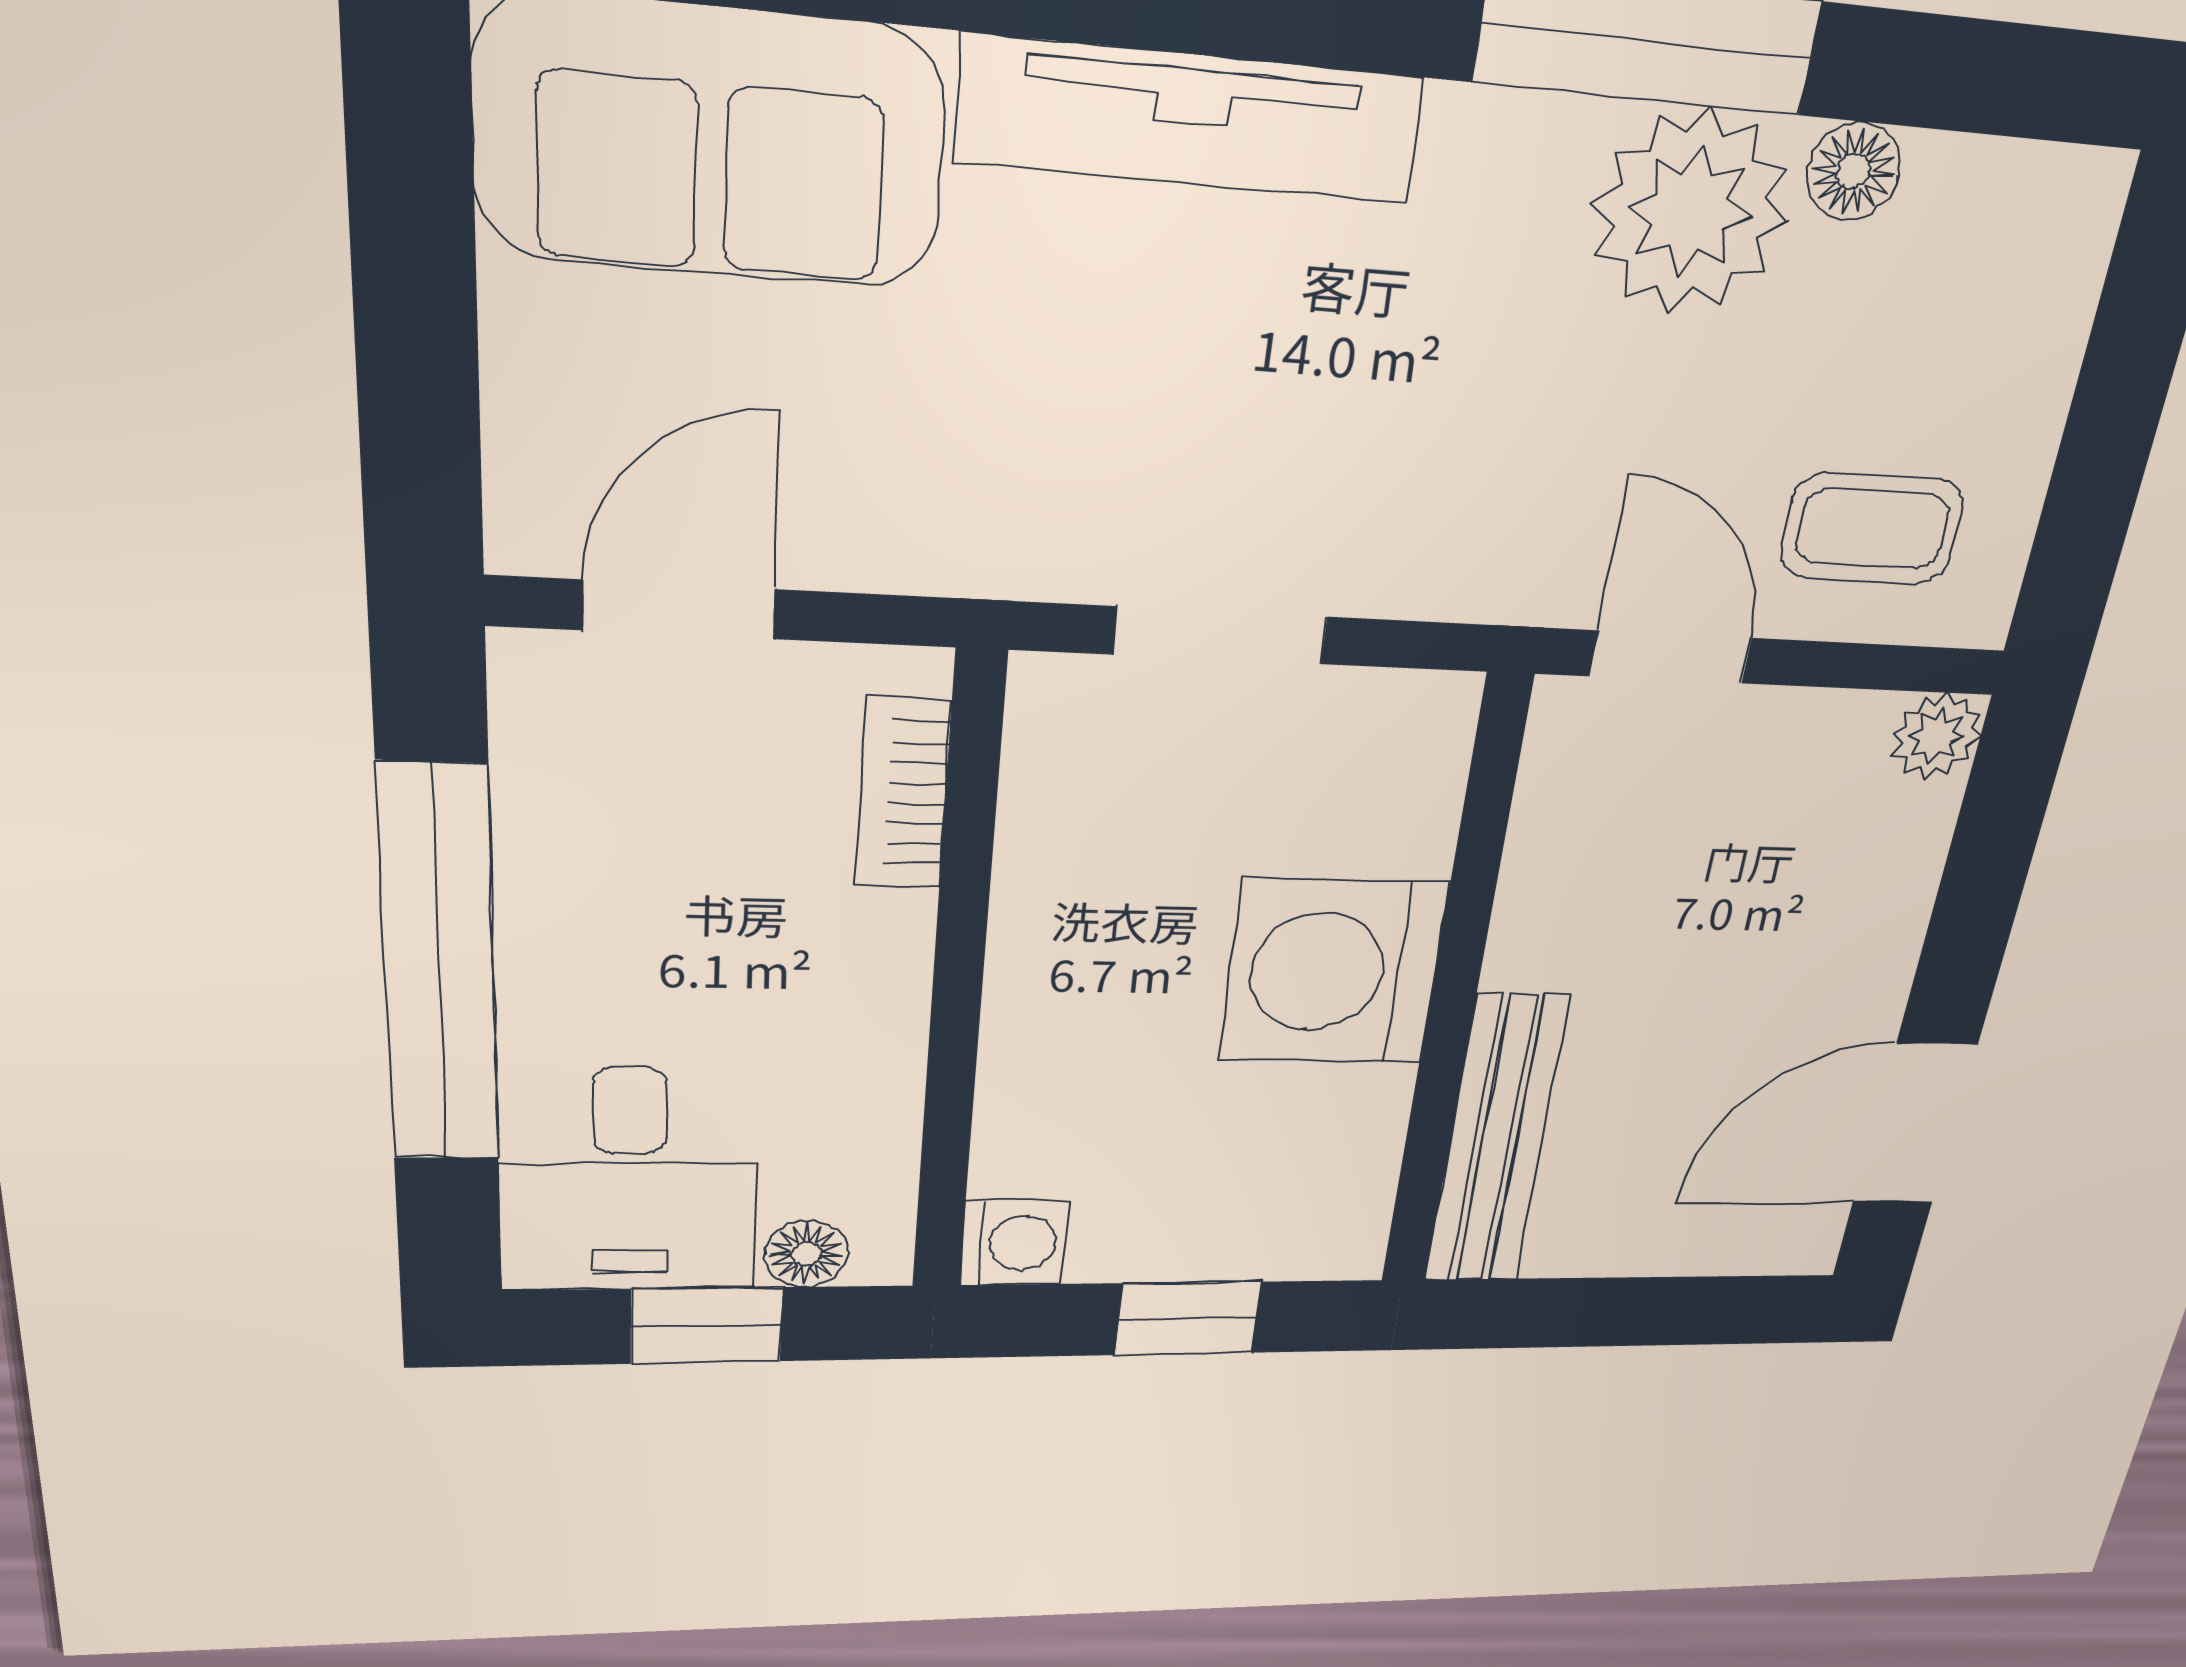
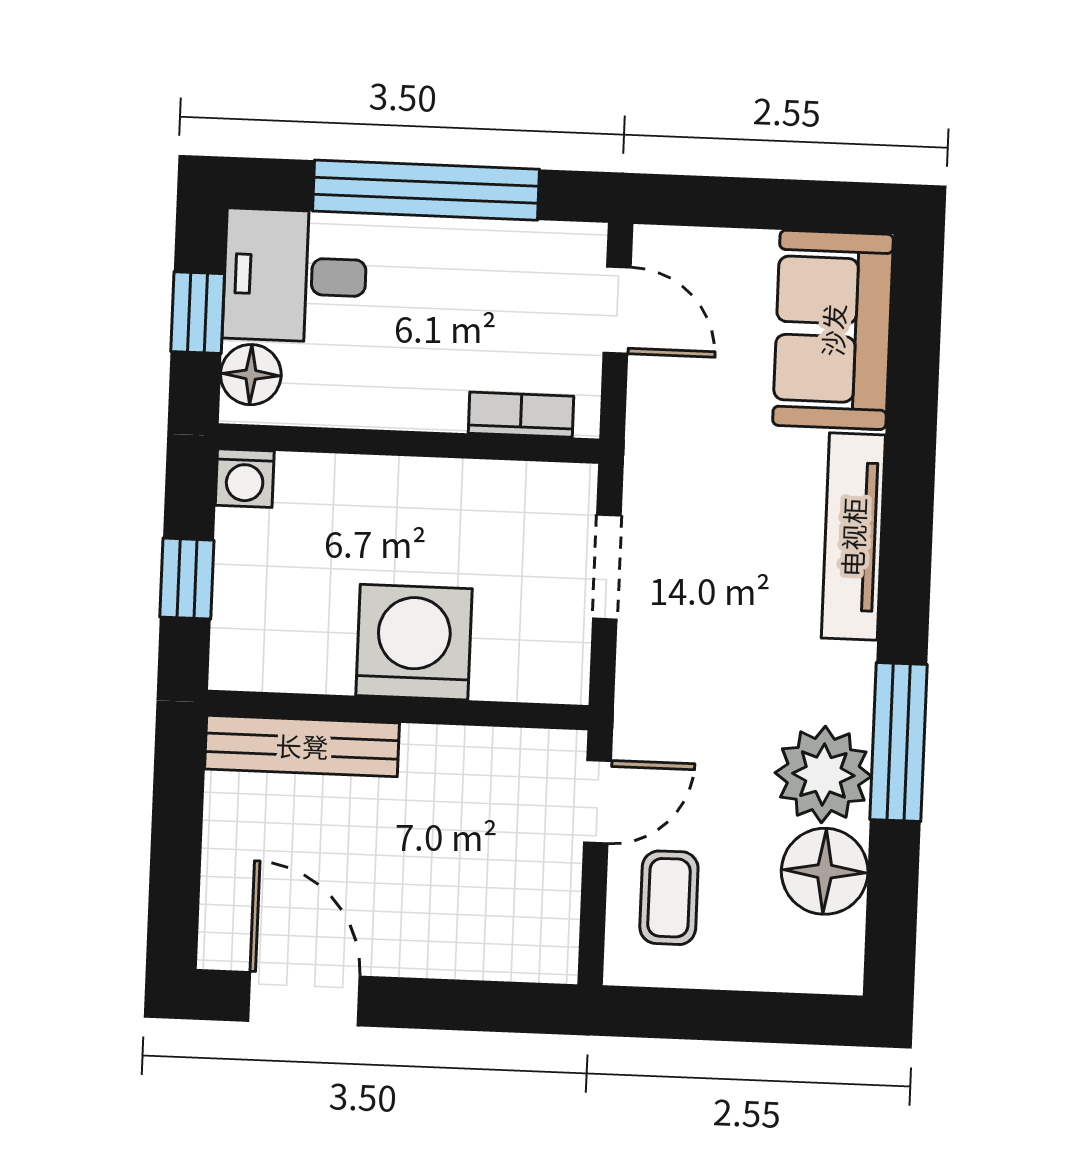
floor lamp: (1853, 171) -> (825, 871), width x1.89, depth x1.89
plant: (1936, 736) -> (553, 958), removed
floor lamp: (806, 1254) -> (251, 375), width x1.37, depth x1.37

